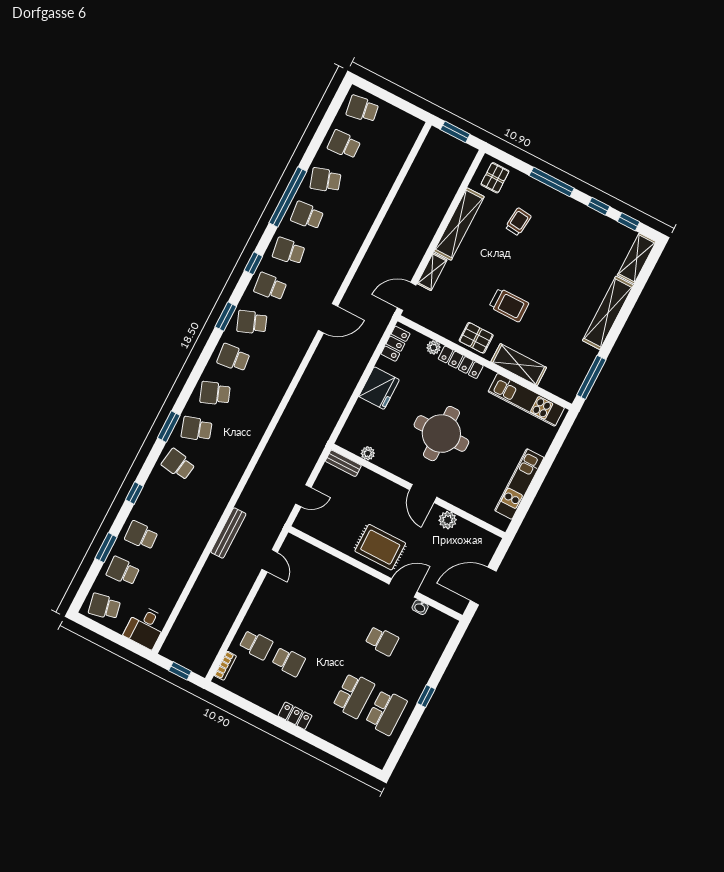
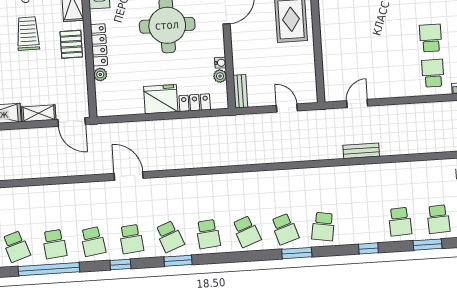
locker: (395, 344) -> (195, 103), moved
water cooler: (379, 461) -> (220, 63), added
bench: (228, 533) -> (361, 151), width x0.73

